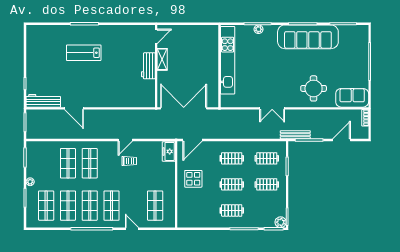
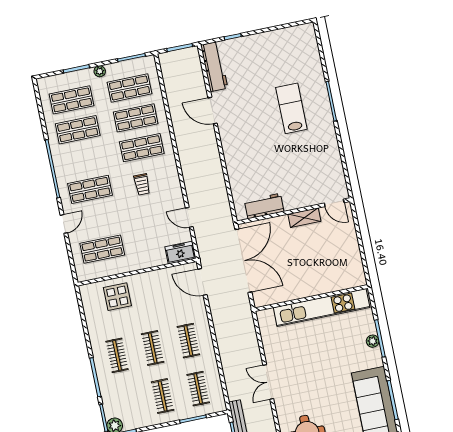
workbench: (148, 66) -> (264, 206), moved
door: (74, 108) -> (213, 111), hinge flipped
door: (125, 140) -> (189, 217), moved
trolley: (129, 161) -> (142, 184), moved
display table: (193, 179) -> (117, 297), moved
shop shelf: (90, 206) -> (129, 88), moved

